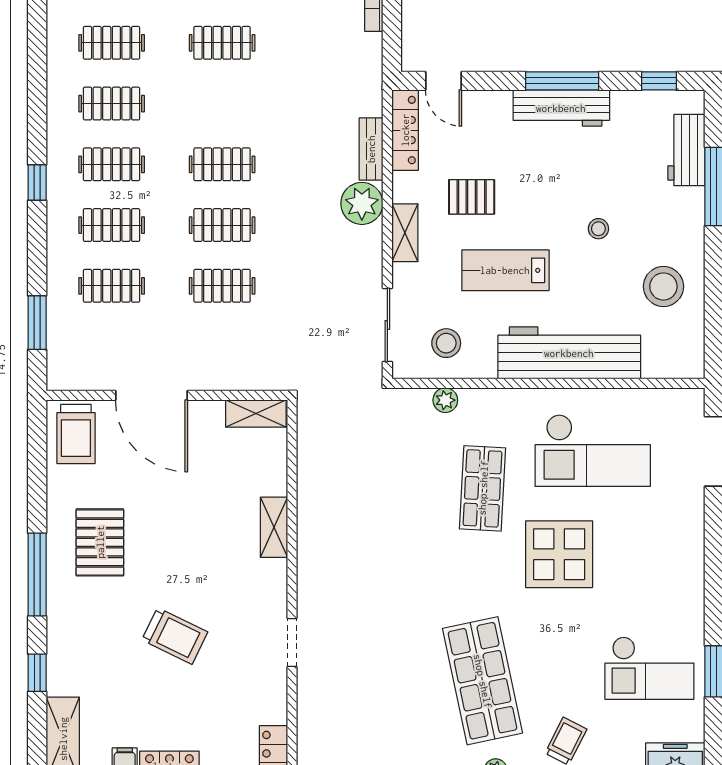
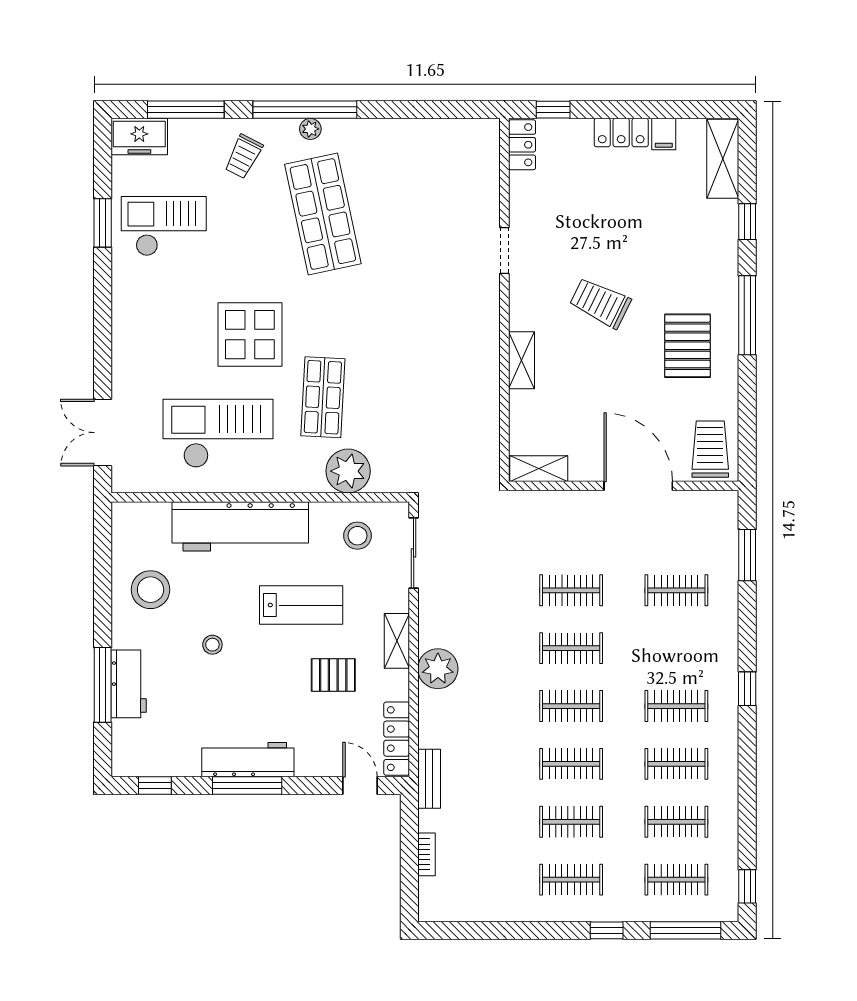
bench: (371, 149) -> (429, 779), moved
workbench: (686, 150) -> (129, 684), moved
clothes rail: (112, 225) -> (571, 764), moved
plant: (445, 400) -> (348, 471), width x1.87, depth x1.87
trolley: (175, 636) -> (600, 303), moved

